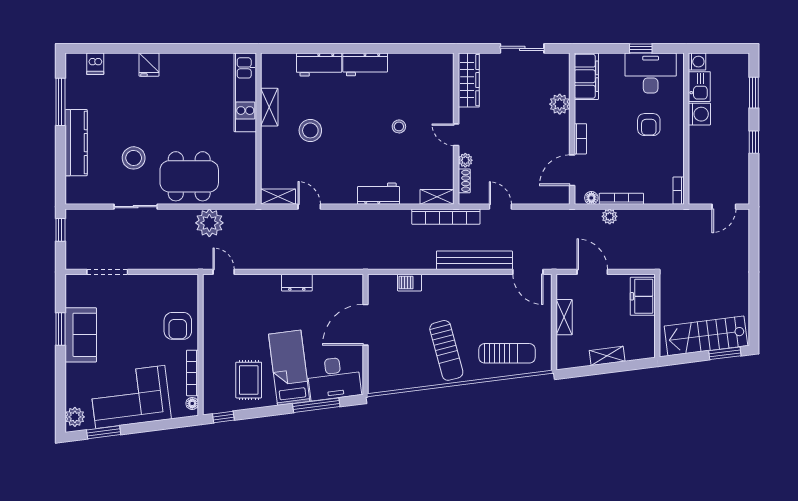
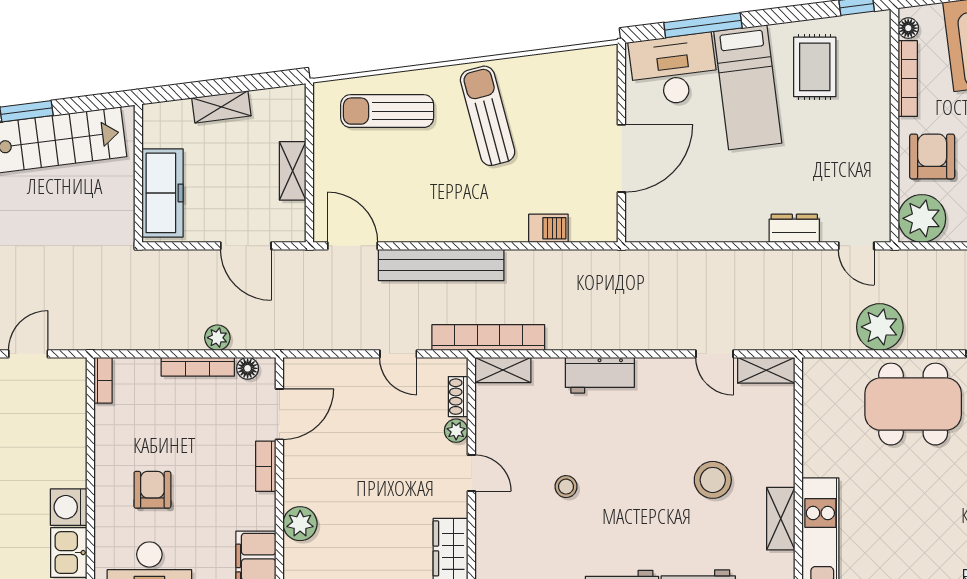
dresser: (297, 283) -> (794, 228), moved
plant: (184, 288) -> (922, 218), added
freezer: (643, 296) -> (162, 193), width x1.40

